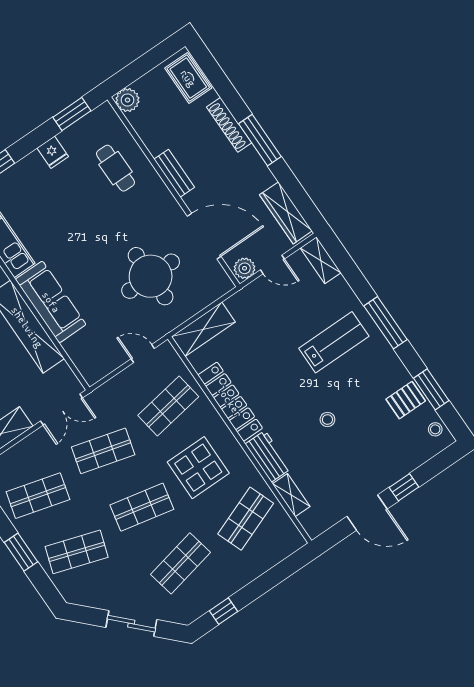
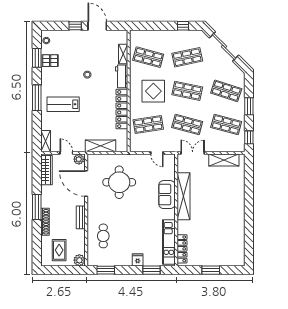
rug: (188, 78) -> (59, 250), moved
fridge: (53, 152) -> (138, 260), moved
sofa: (51, 302) -> (167, 195), width x0.73
shelving: (203, 329) -> (100, 146), moved
door: (143, 354) -> (157, 153), moved
shop shelf: (246, 519) -> (148, 57), turned 36
sliding door: (131, 624) -> (224, 46), width x1.37

